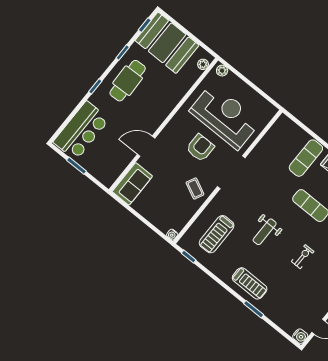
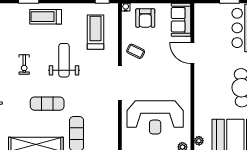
door: (146, 146) -> (192, 53), swing flipped
armchair: (200, 148) -> (145, 18), moved
weight bench: (265, 232) -> (64, 60), width x1.36, depth x1.33

